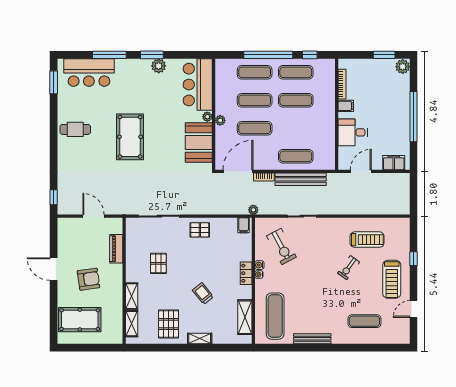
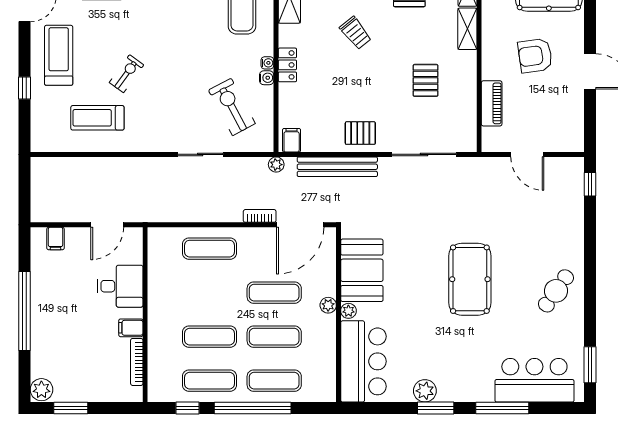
cafe table: (75, 129) -> (556, 291), turned -55
filing cabinet: (394, 163) -> (56, 239), width x0.50
bench: (301, 179) -> (337, 167), moved

